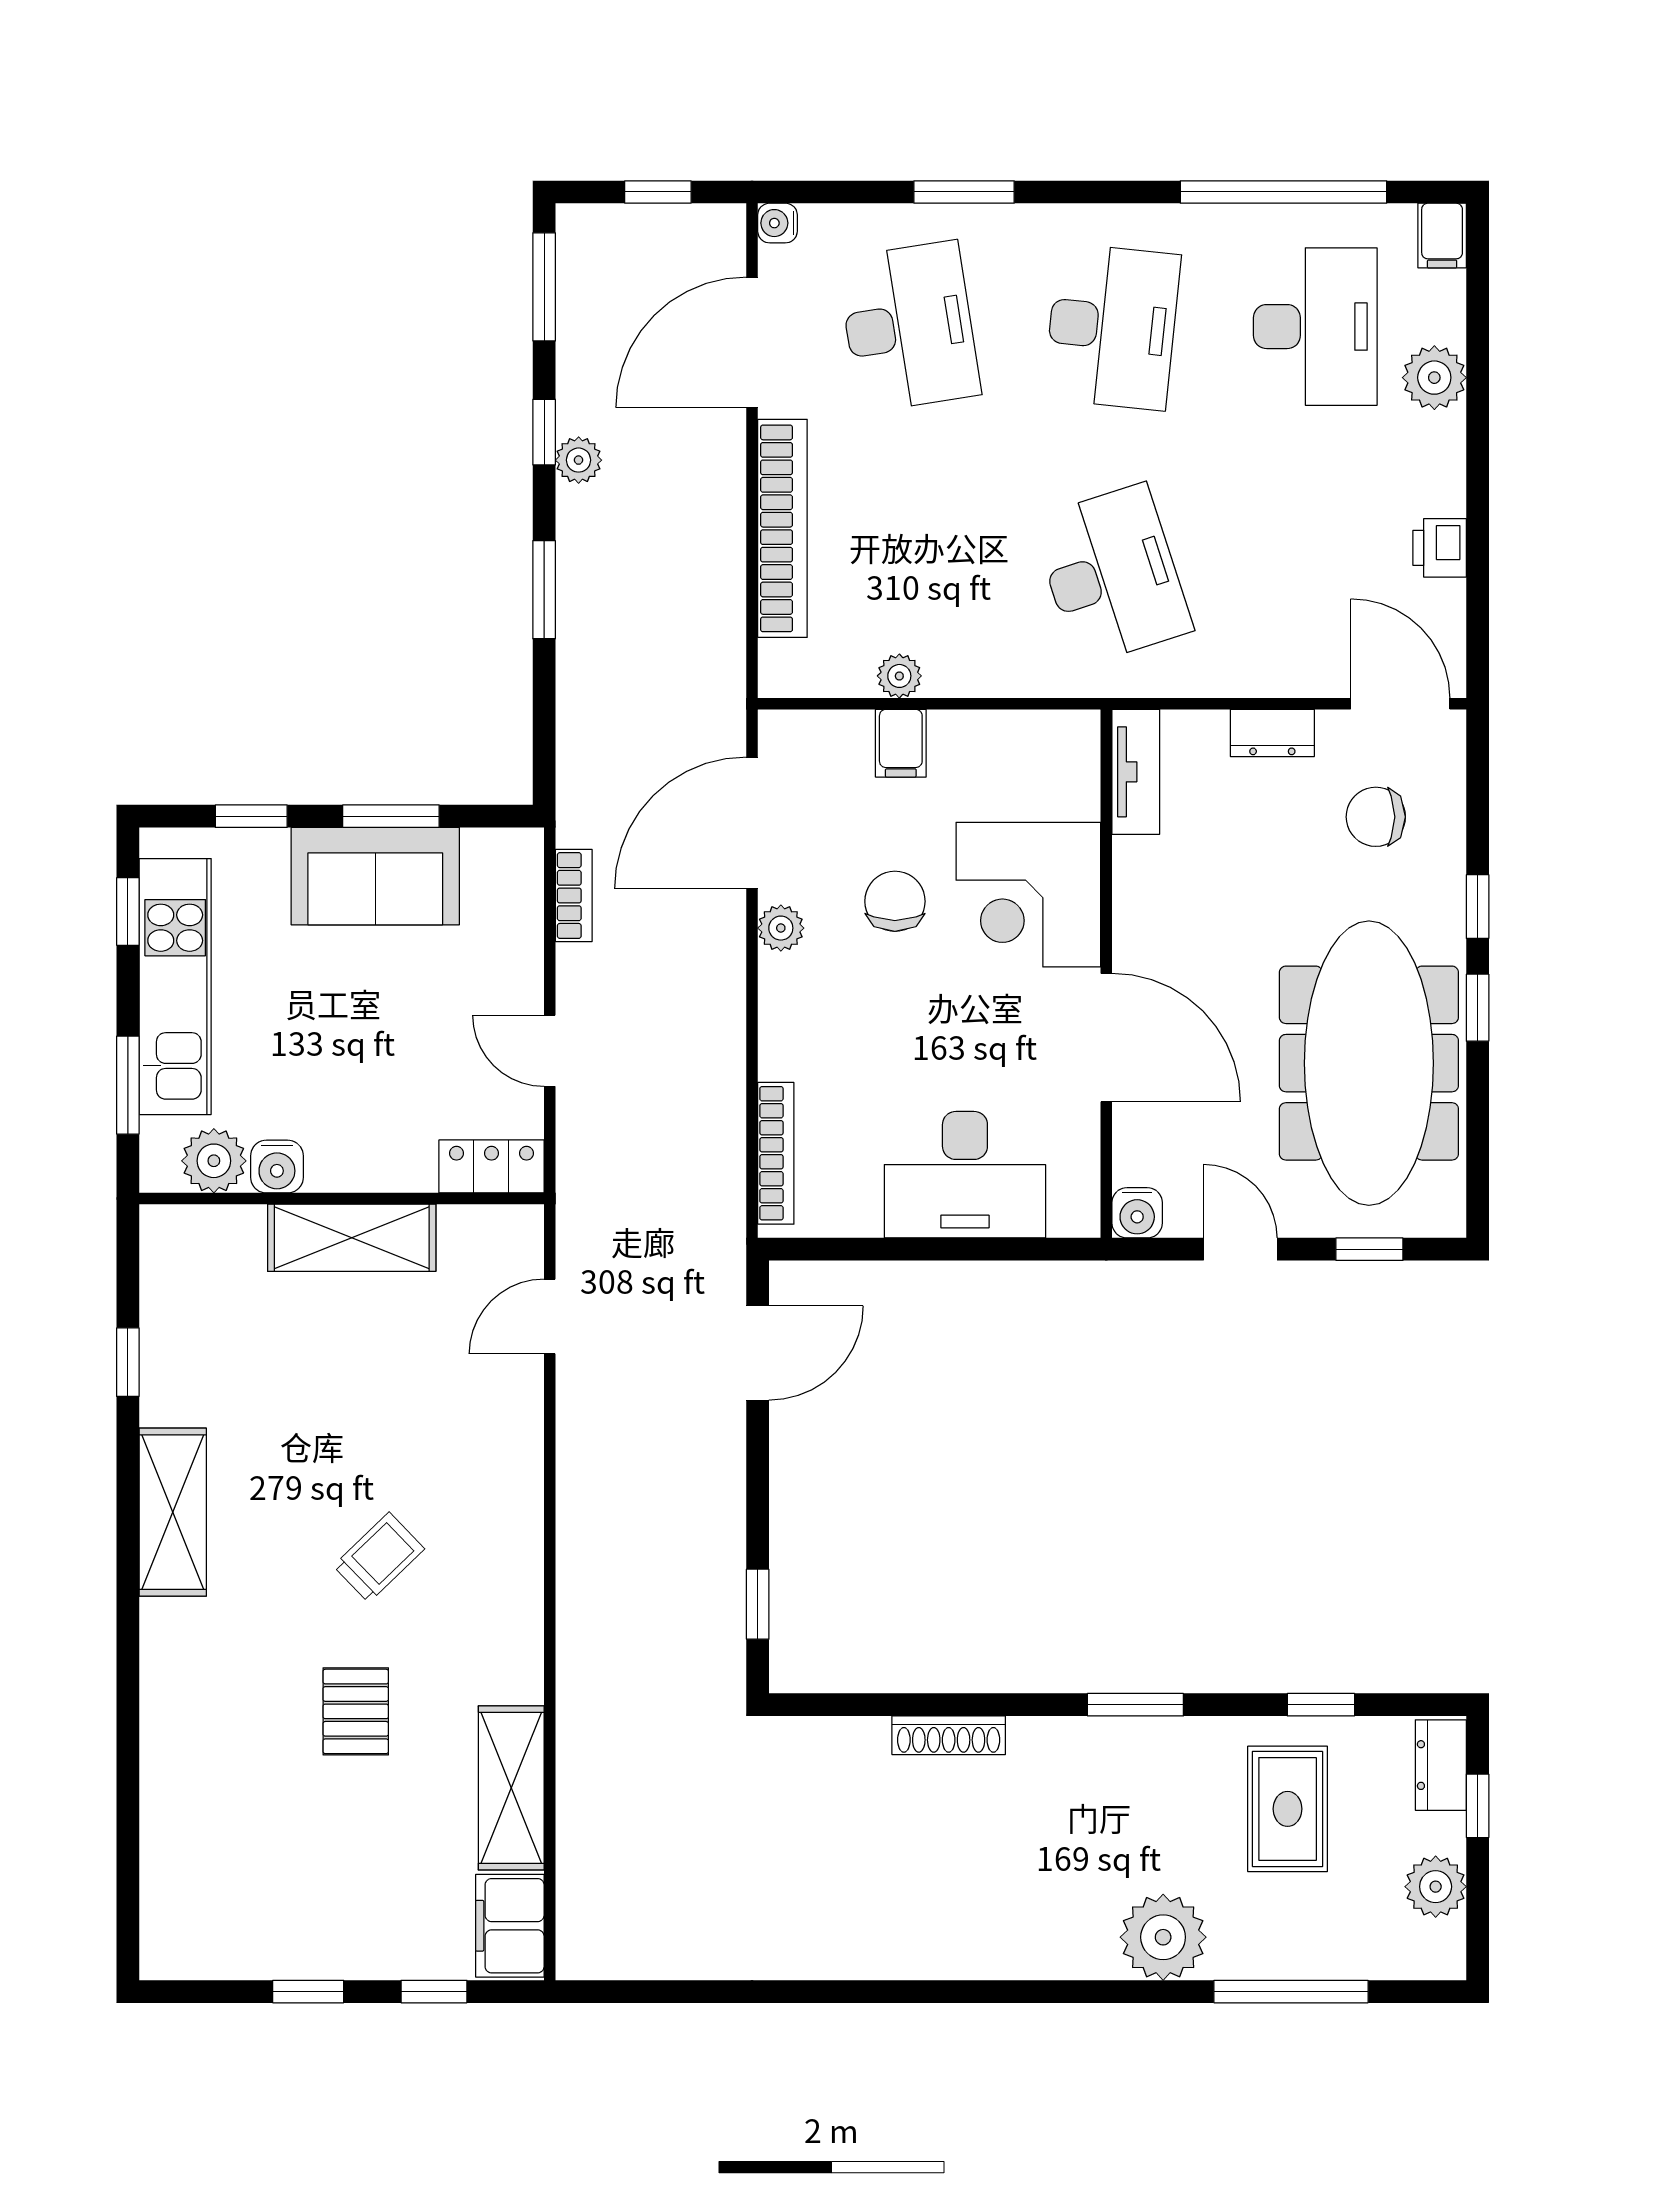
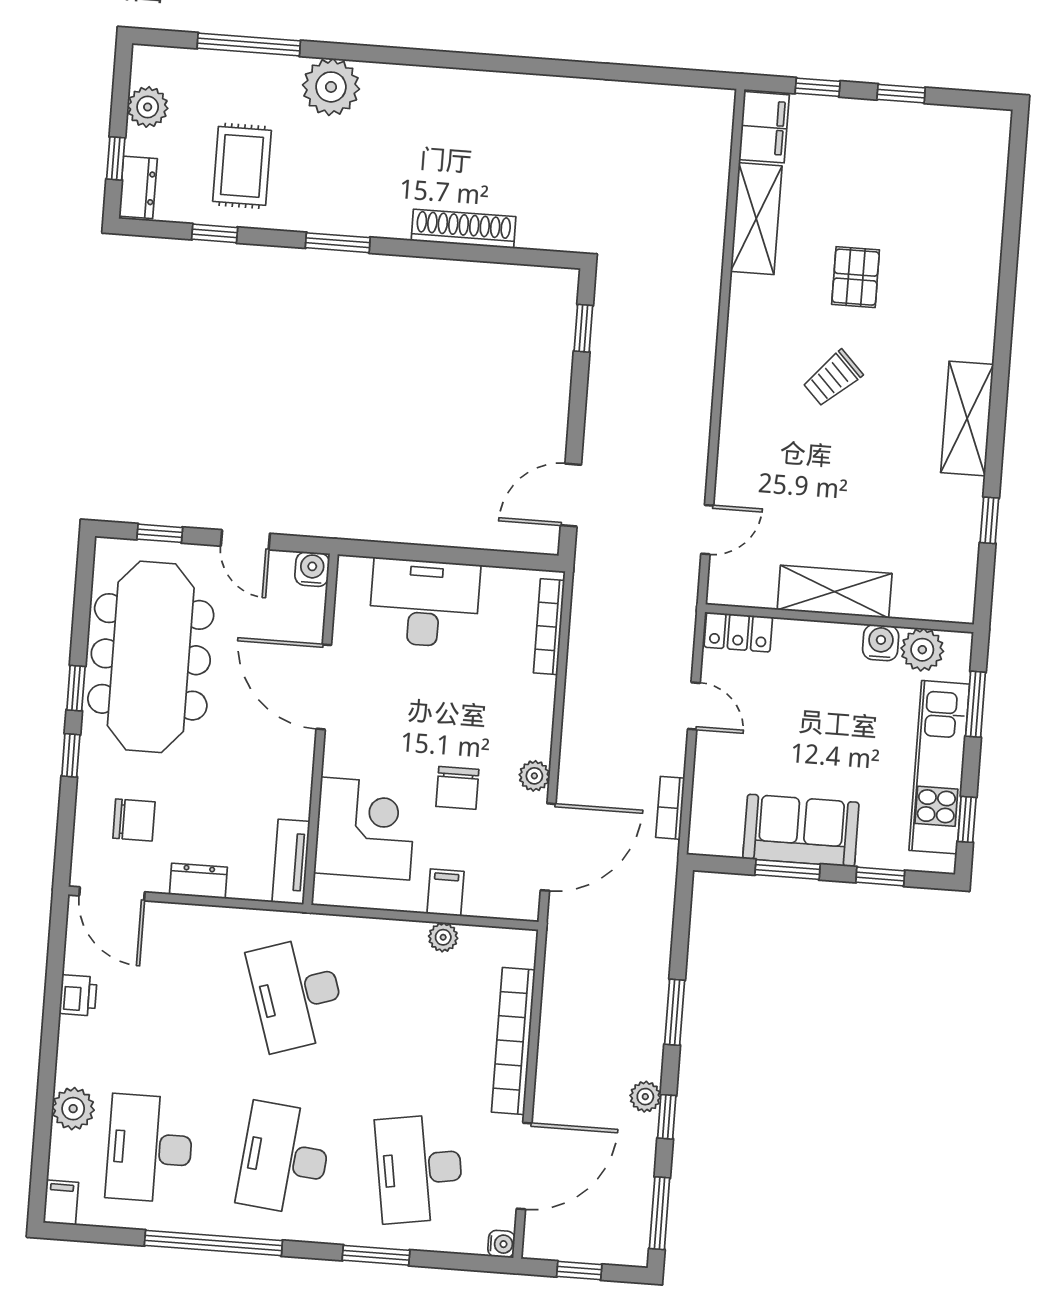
window: (1284, 192) -> (213, 1243), moved
corner desk: (1028, 895) -> (365, 829), moved
shoe rack: (949, 1735) -> (463, 229), width x1.36, depth x1.24

